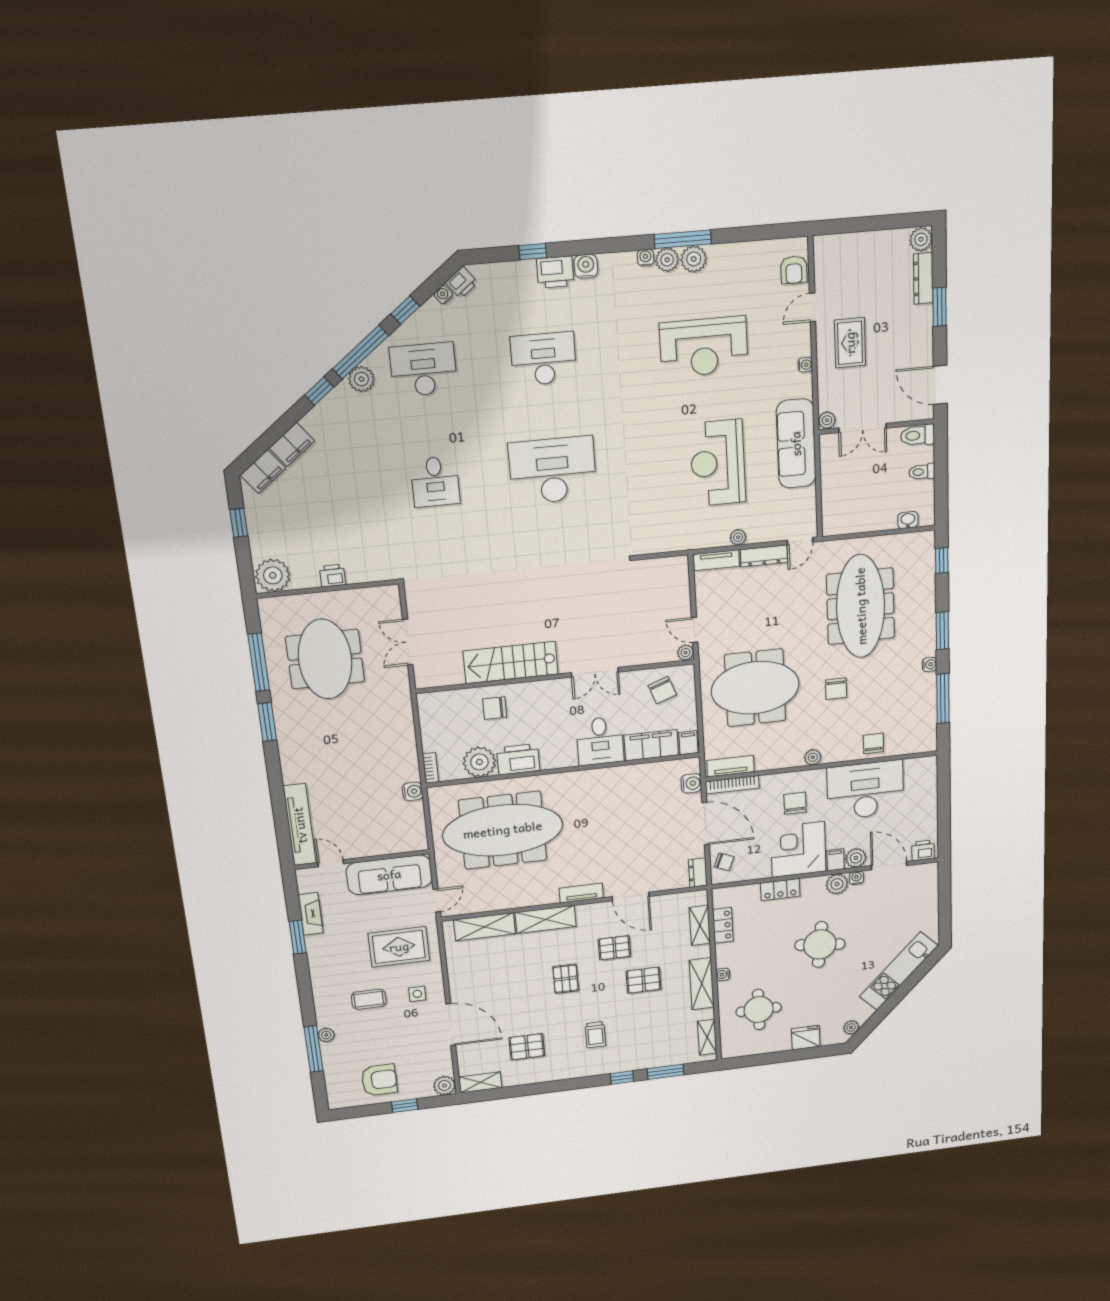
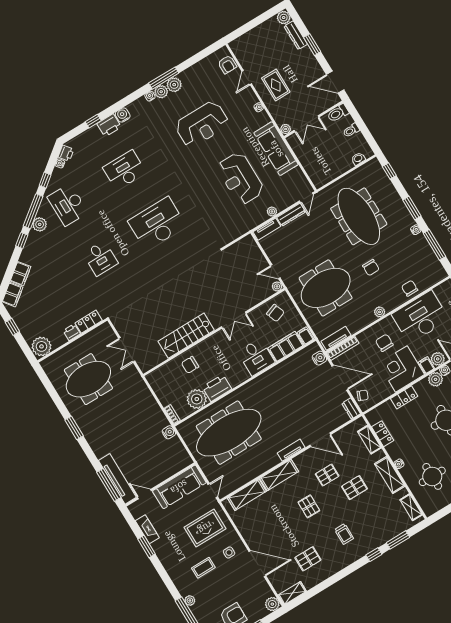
desk: (423, 370) -> (68, 205), turned -90
locker: (368, 572) -> (89, 322), added
meeting table: (325, 659) -> (88, 379), turned 90
window: (259, 662) -> (109, 485), moved

